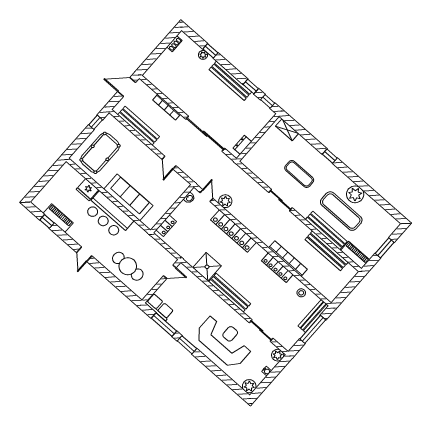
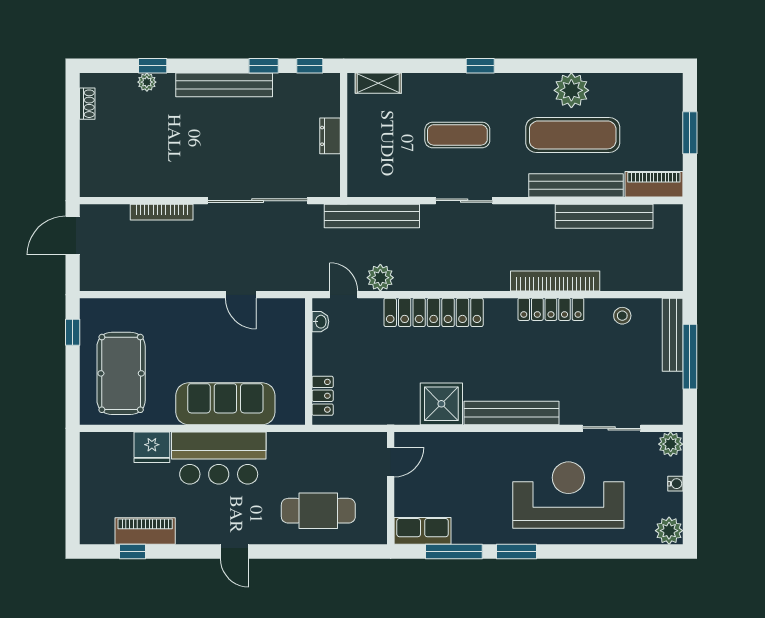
bench: (138, 126) -> (372, 216), moved
dresser: (242, 145) -> (330, 136), moved

